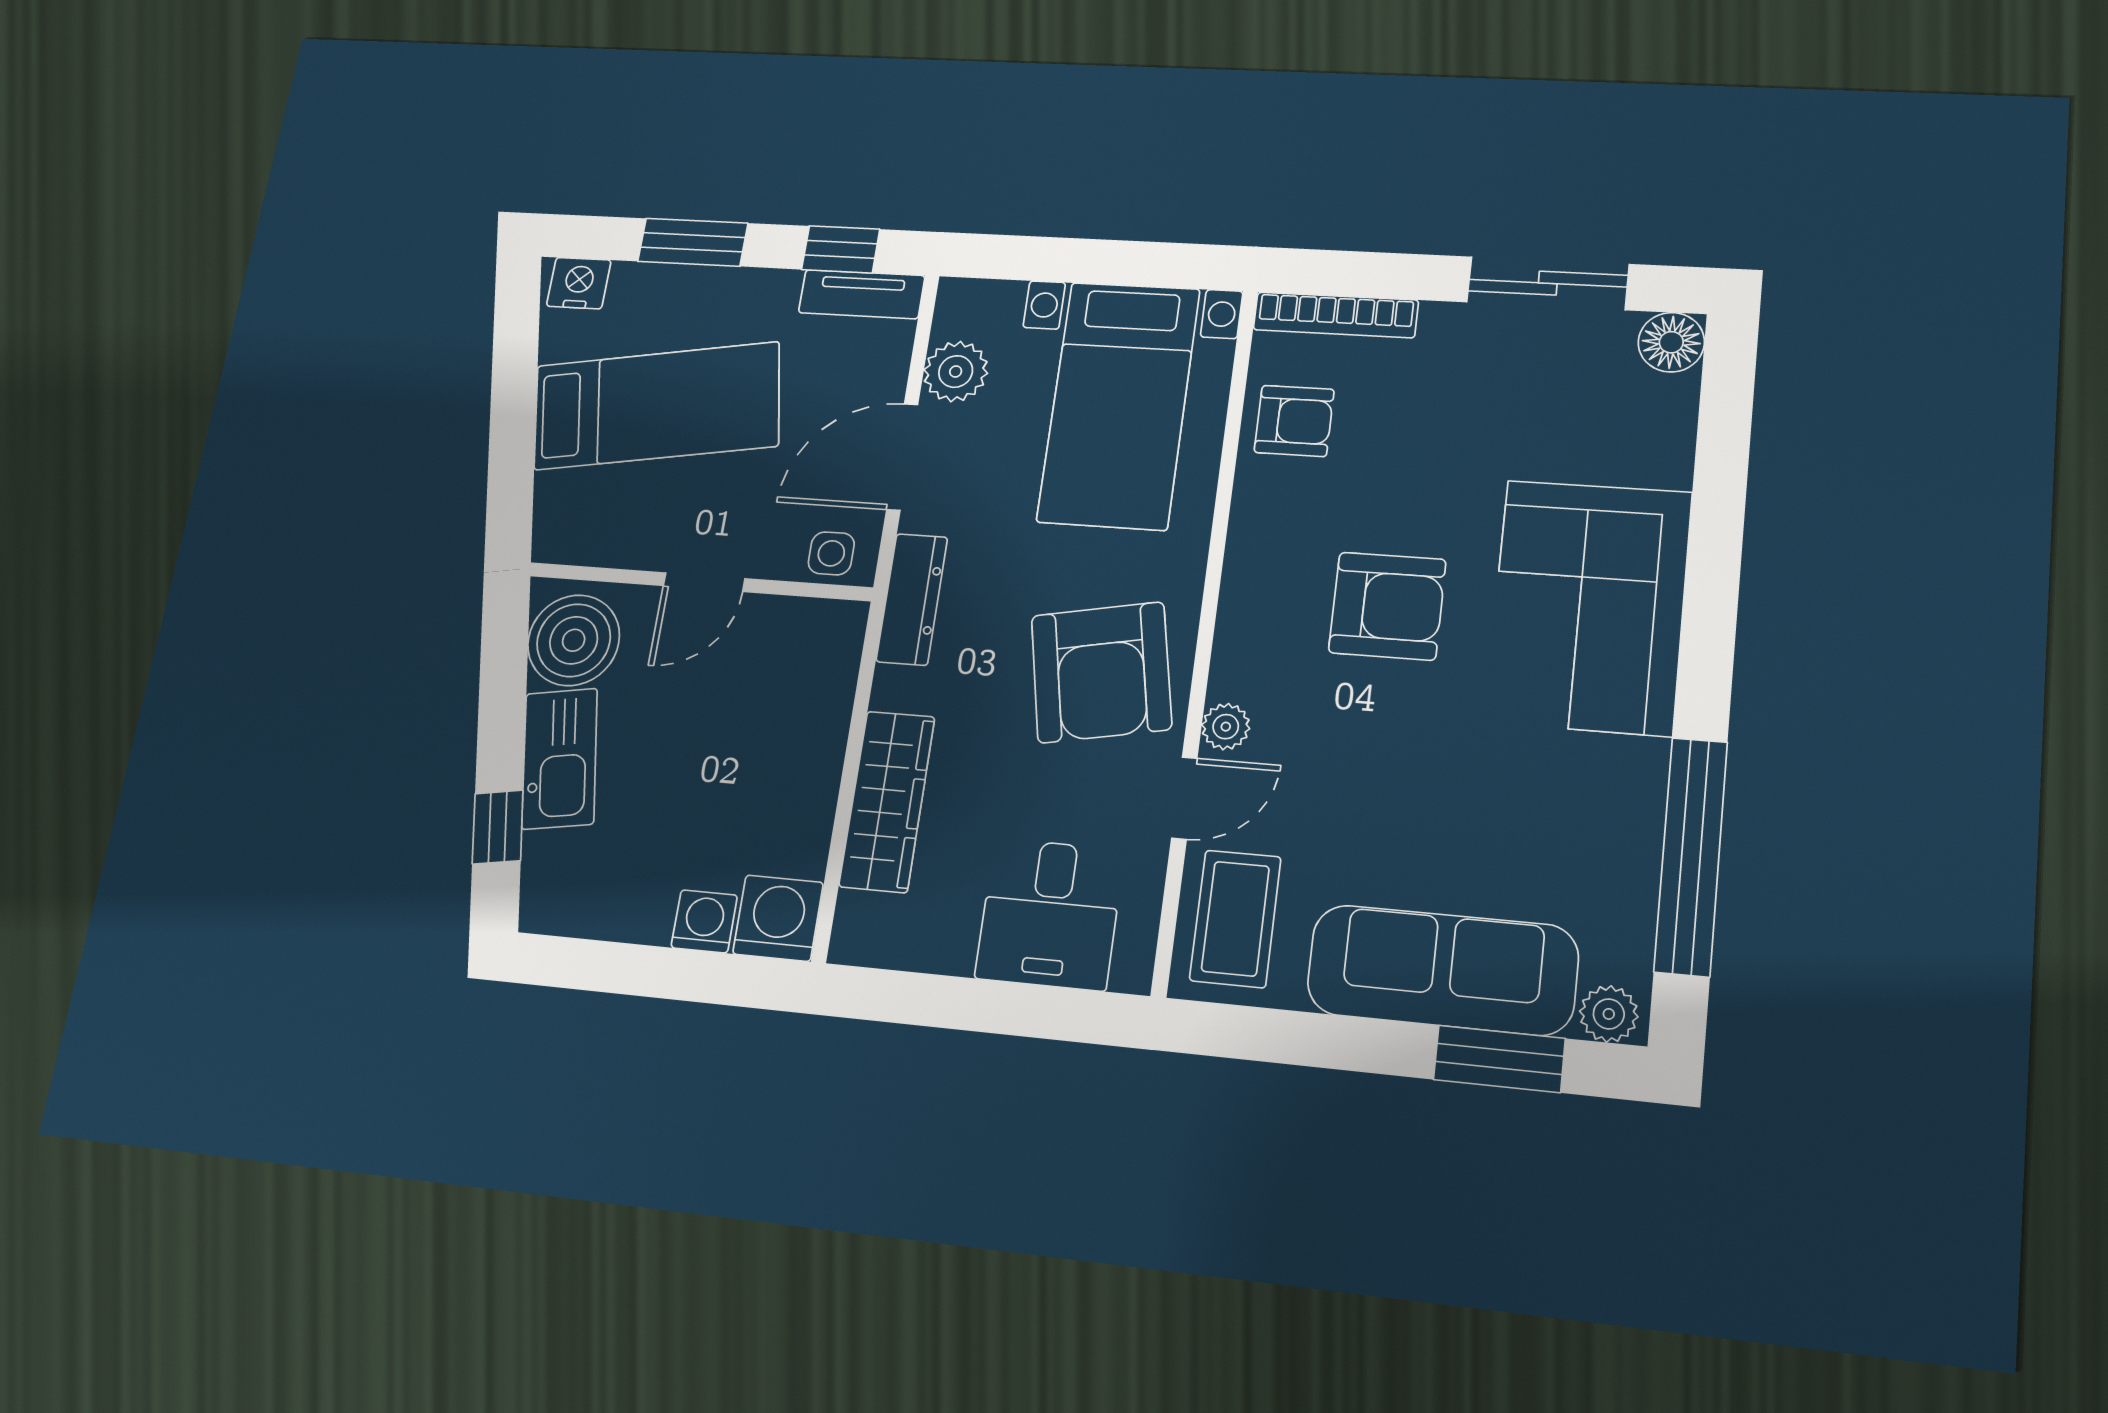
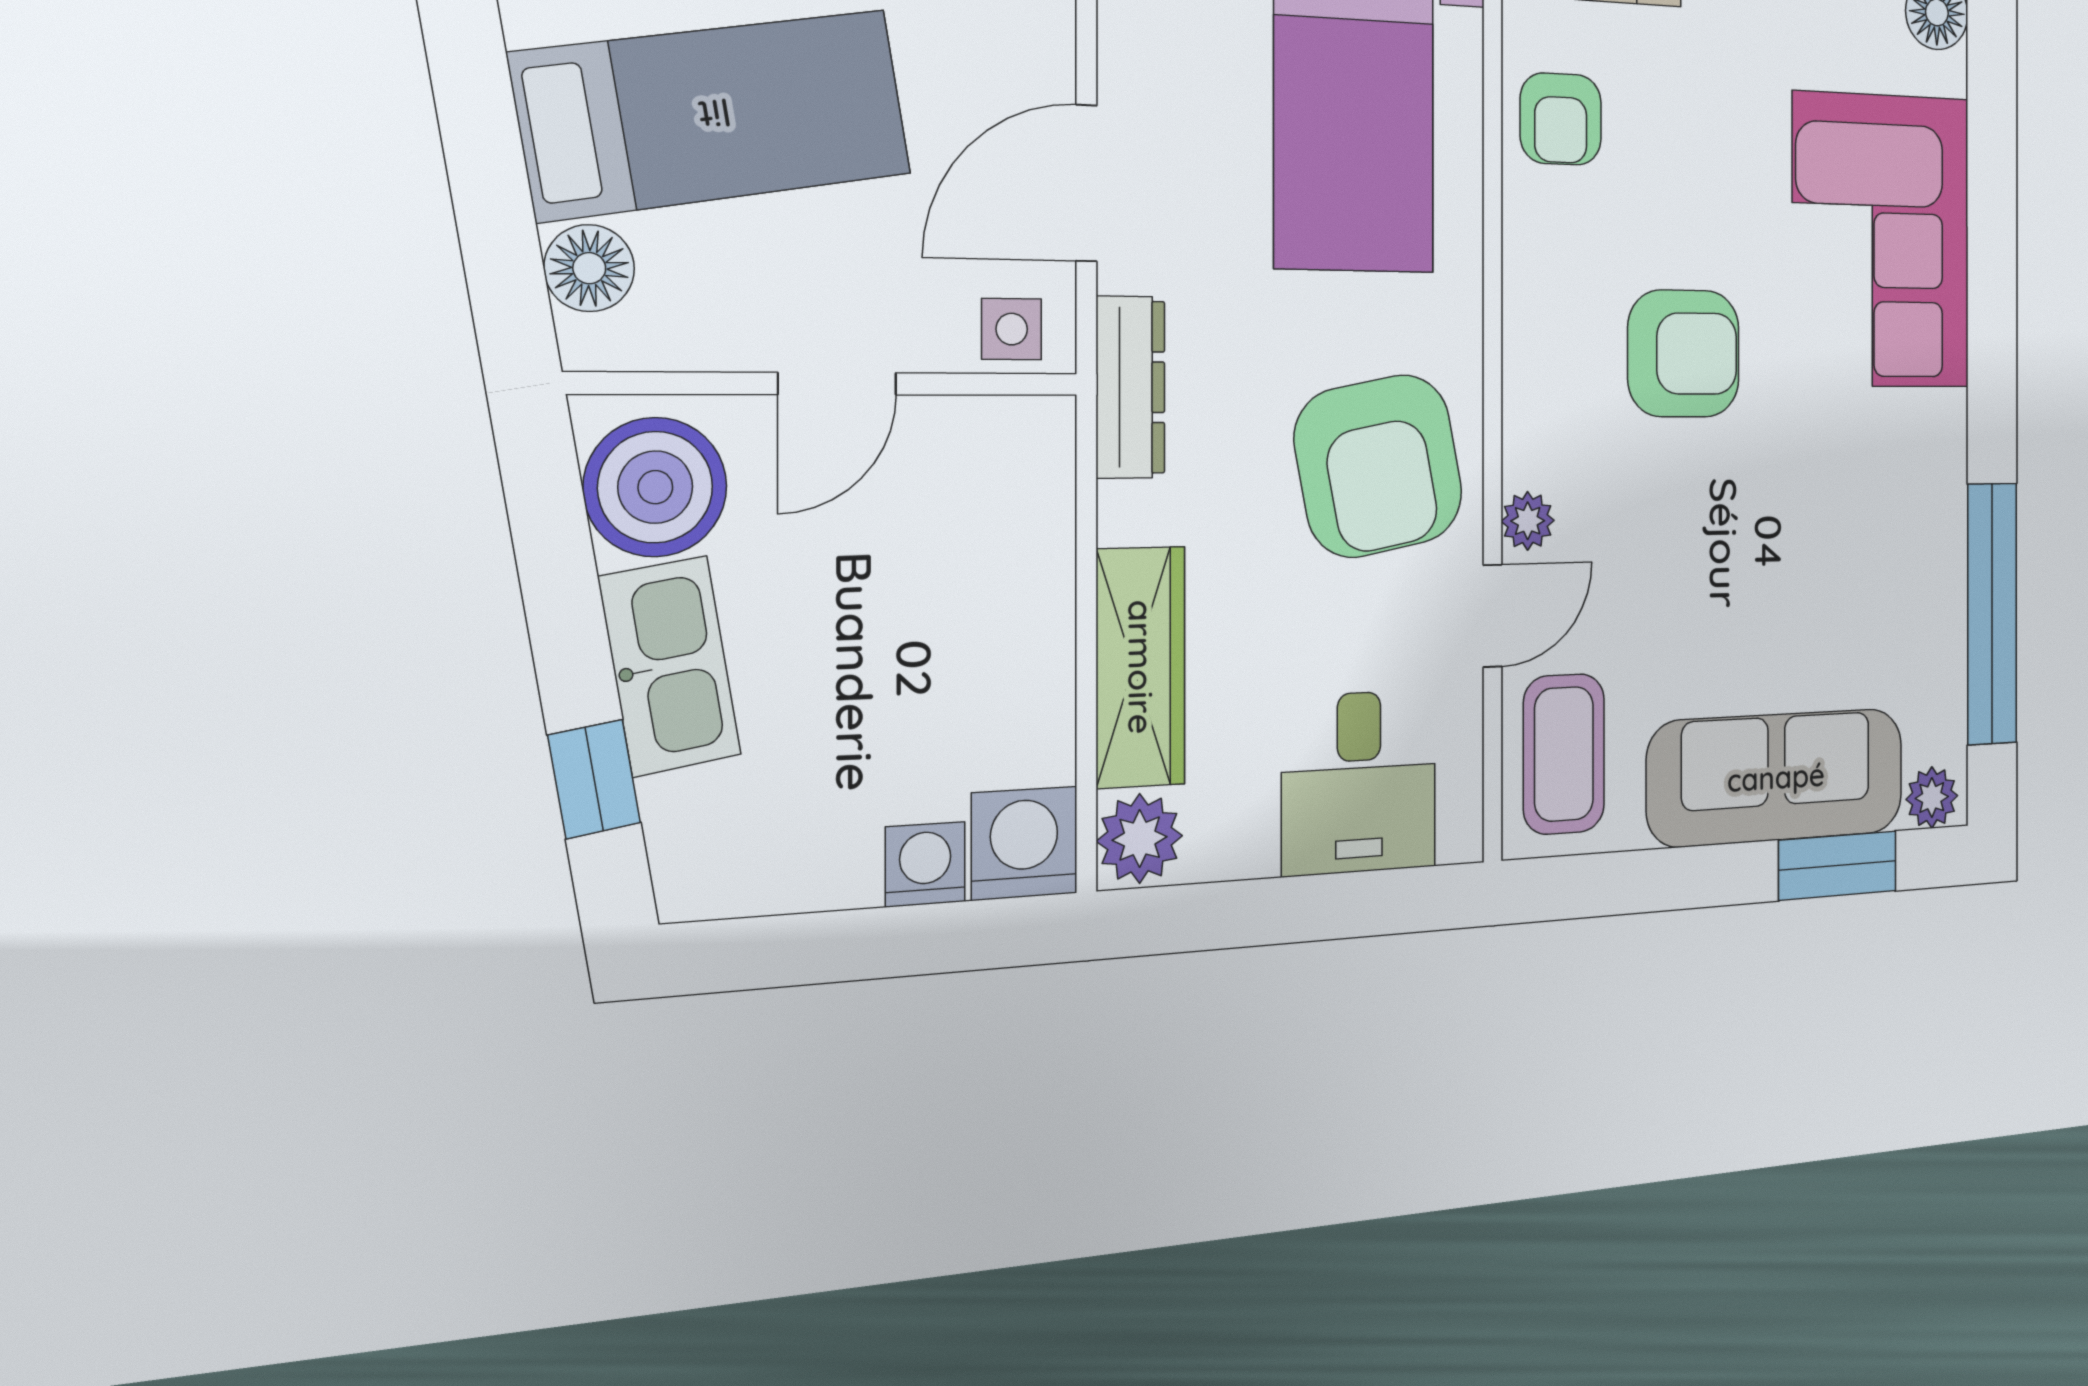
plant: (956, 372) -> (1140, 838), moved
armchair: (1294, 421) -> (1561, 119), turned 90
floor lamp: (561, 499) -> (589, 268), added
corner sofa: (1589, 607) -> (1881, 241), moved

